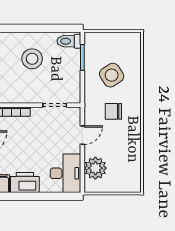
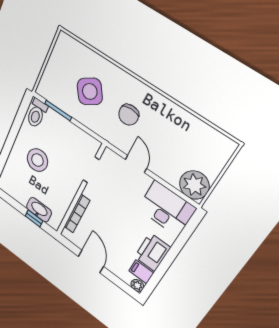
plant: (95, 168) -> (194, 185), moved

